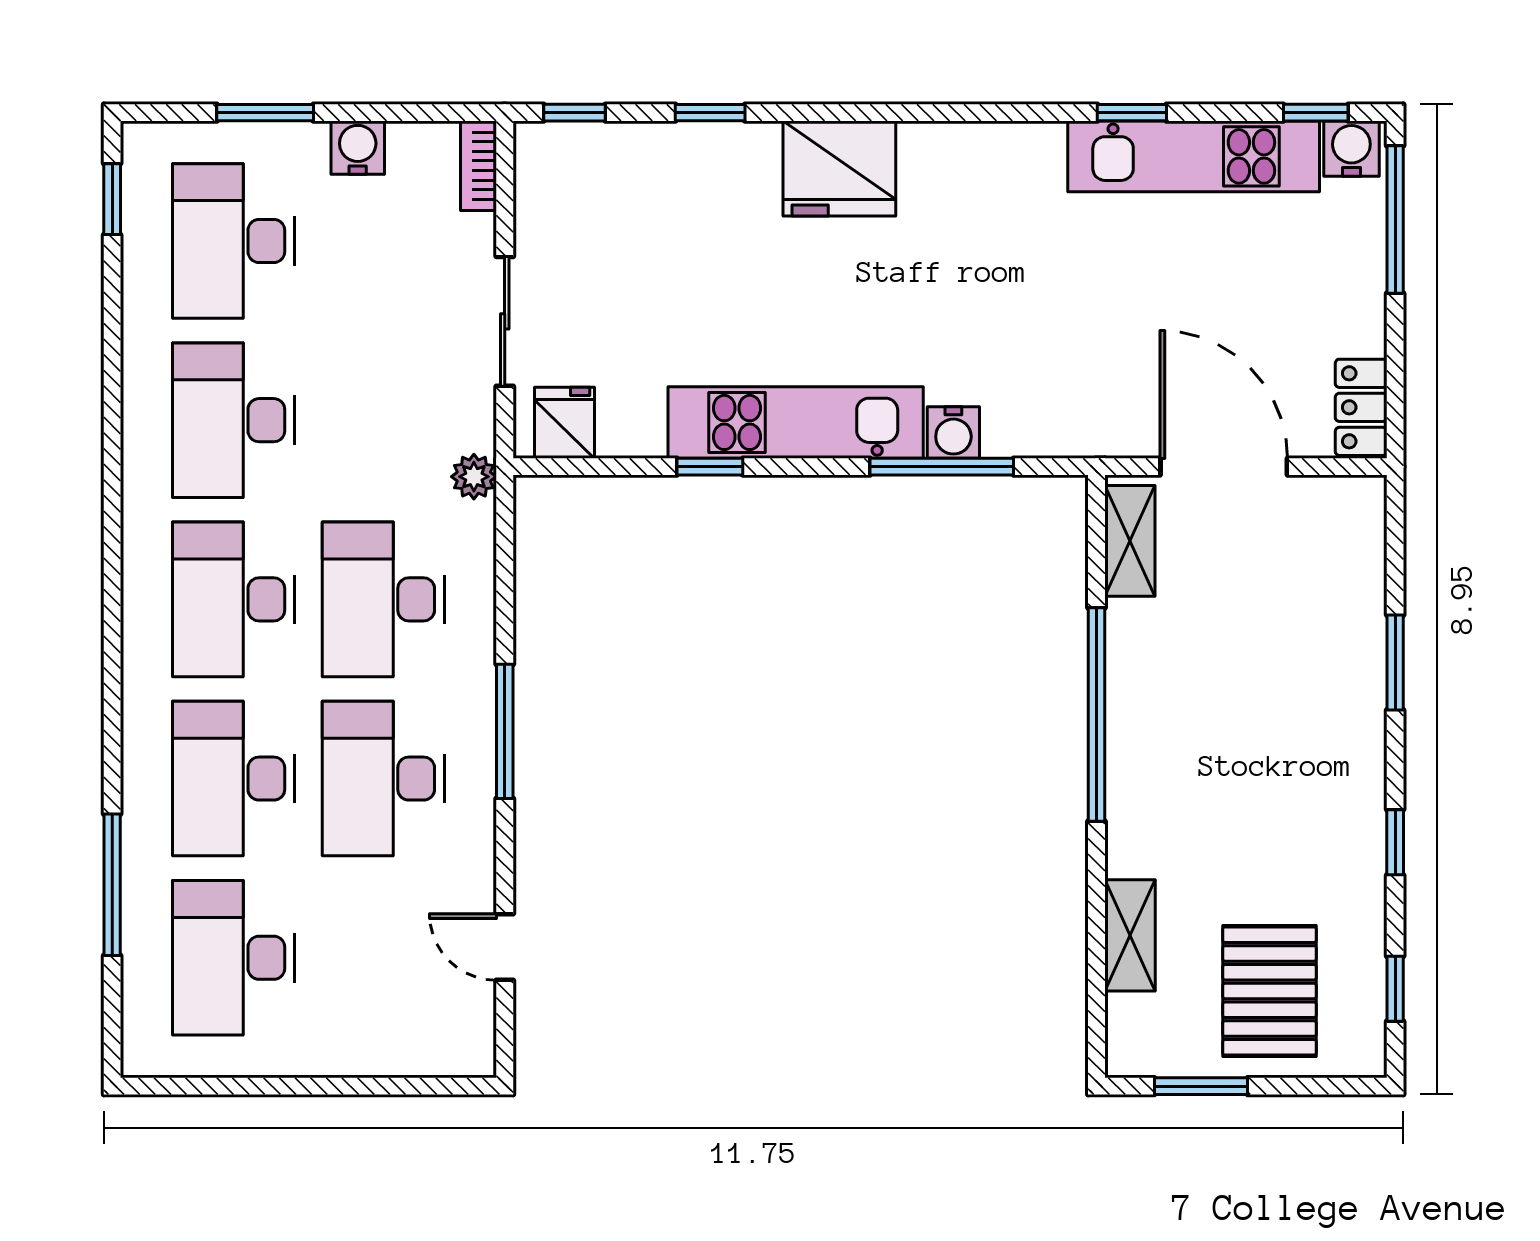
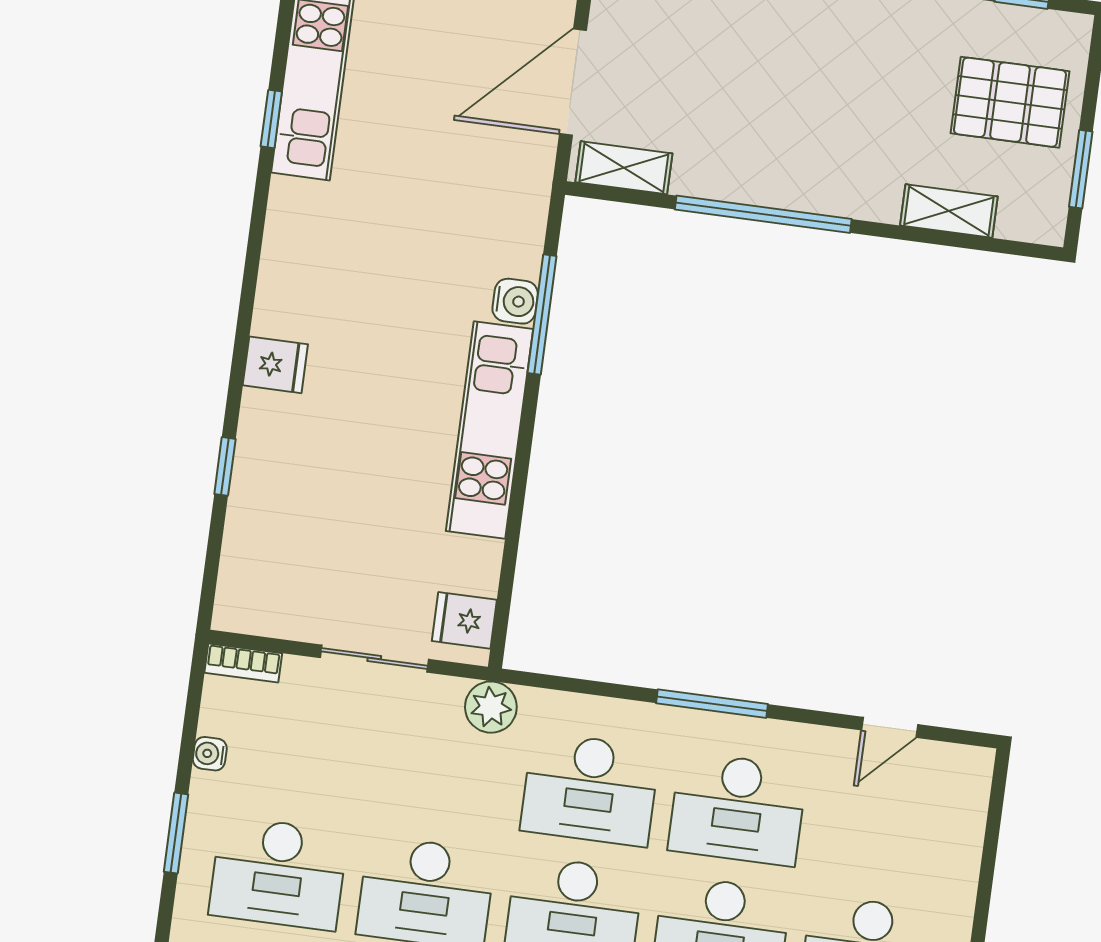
window: (574, 113) -> (210, 578), removed
water cooler: (358, 148) -> (210, 754), width x0.72, depth x0.72
fridge: (839, 169) -> (275, 365), width x0.53, depth x0.75
window: (710, 467) -> (517, 506), removed
plant: (474, 477) -> (491, 707), width x1.38, depth x1.38

